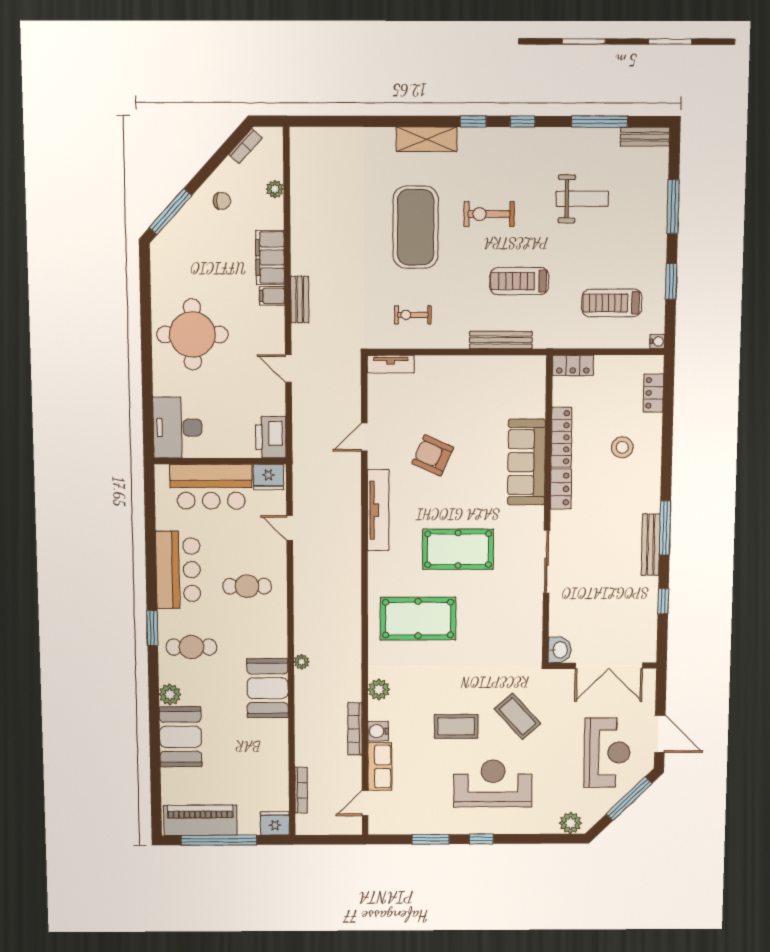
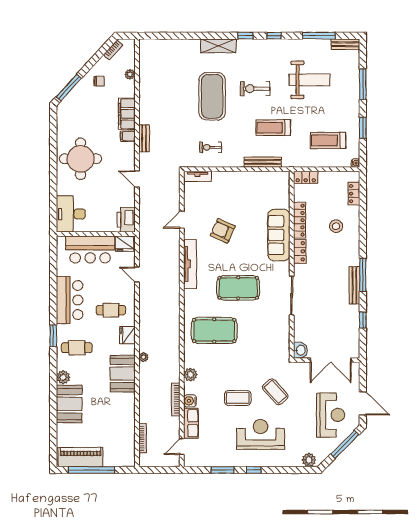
weight bench: (582, 199) -> (310, 80), width x1.36, depth x1.33
fridge: (275, 823) -> (128, 335), moved, turned -90

